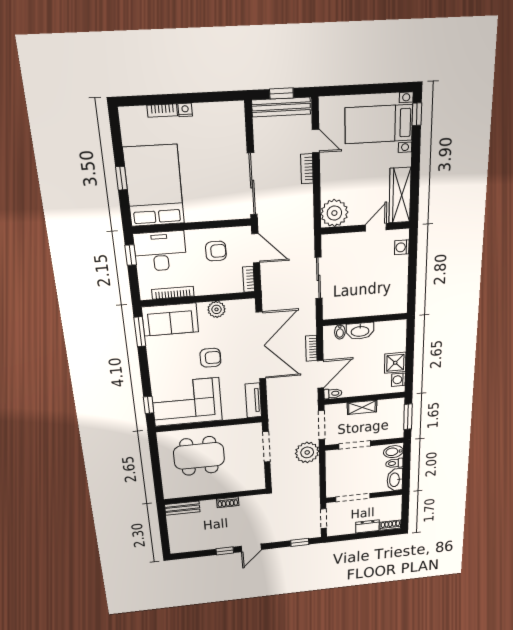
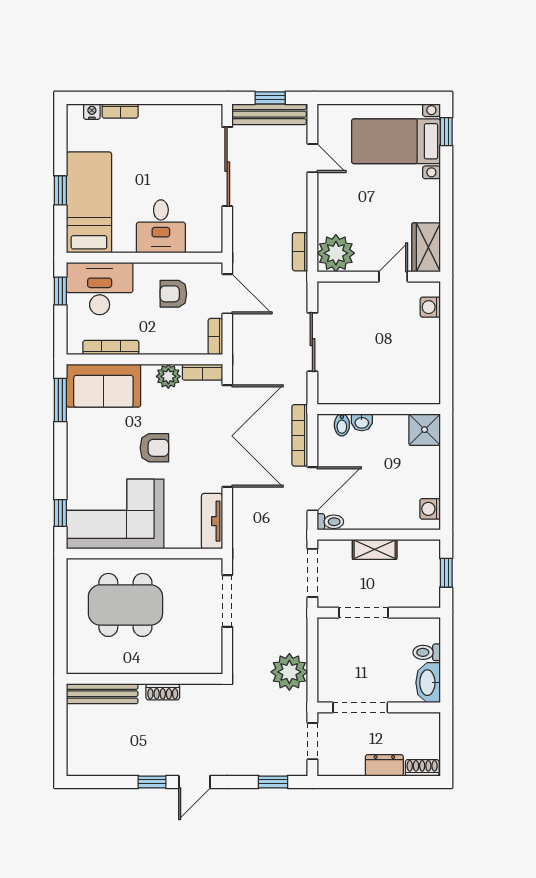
nightstand: (185, 110) -> (92, 112), moved
bookcase: (307, 169) -> (300, 252), moved
sliding door: (252, 184) -> (227, 167), moved
bed: (154, 186) -> (89, 202), width x0.67
wardrobe: (400, 195) -> (426, 247), width x0.67
desk: (203, 201) -> (161, 226), added
armchair: (216, 251) -> (173, 294), turned 180
bookcase: (241, 305) -> (202, 372), added
washbasin: (360, 331) -> (362, 422), width x0.52, depth x0.69
bookcase: (311, 348) -> (300, 435), width x1.56
shower: (395, 363) -> (425, 430), moved
window: (408, 417) -> (446, 573), width x0.67
plant: (307, 452) -> (289, 672), moved
bidet: (393, 452) -> (425, 631), removed
bench: (182, 508) -> (102, 694), width x1.36

